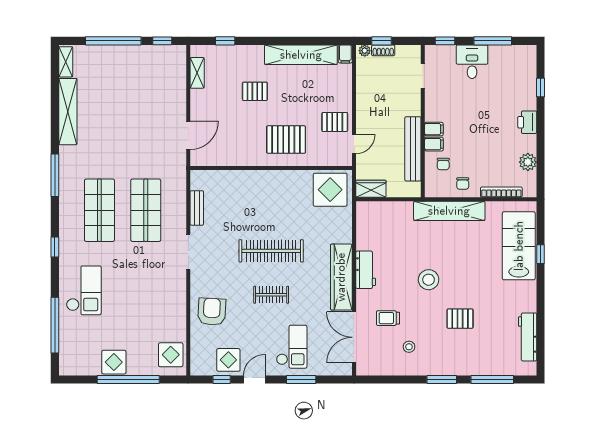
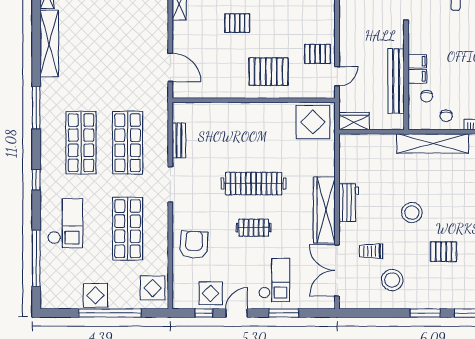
door: (188, 135) -> (170, 67), hinge flipped
shop shelf: (146, 296) -> (128, 229), added
stool: (409, 347) -> (392, 280), width x1.89, depth x1.89

